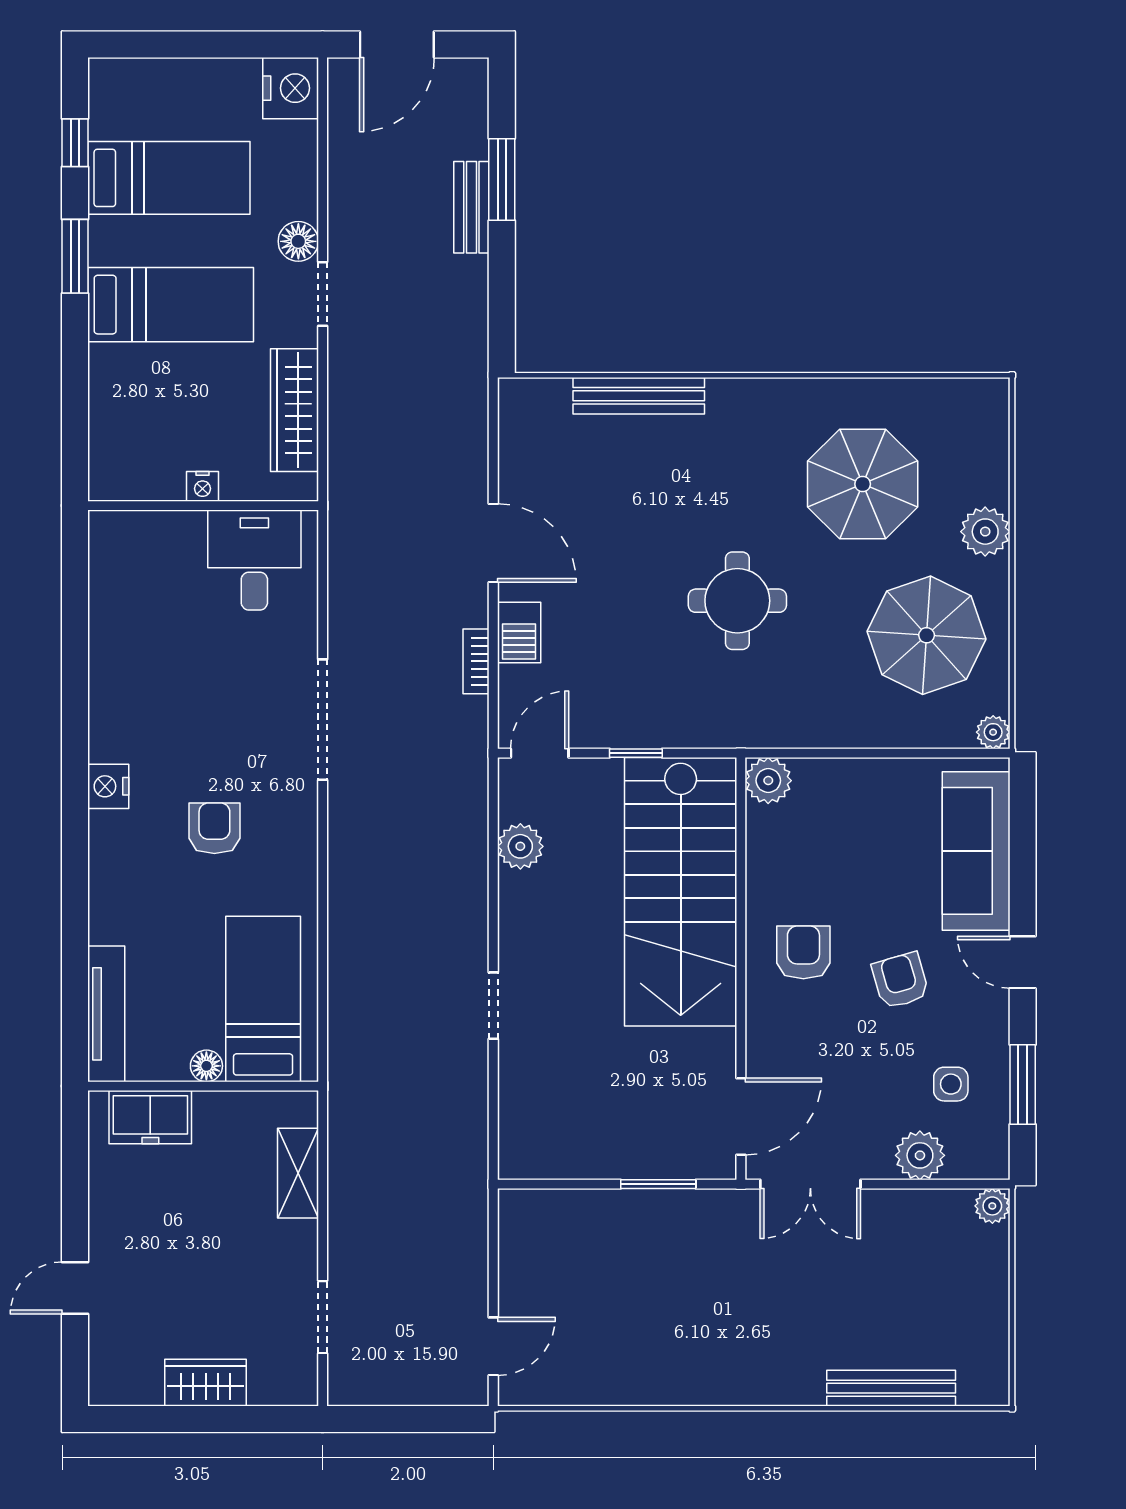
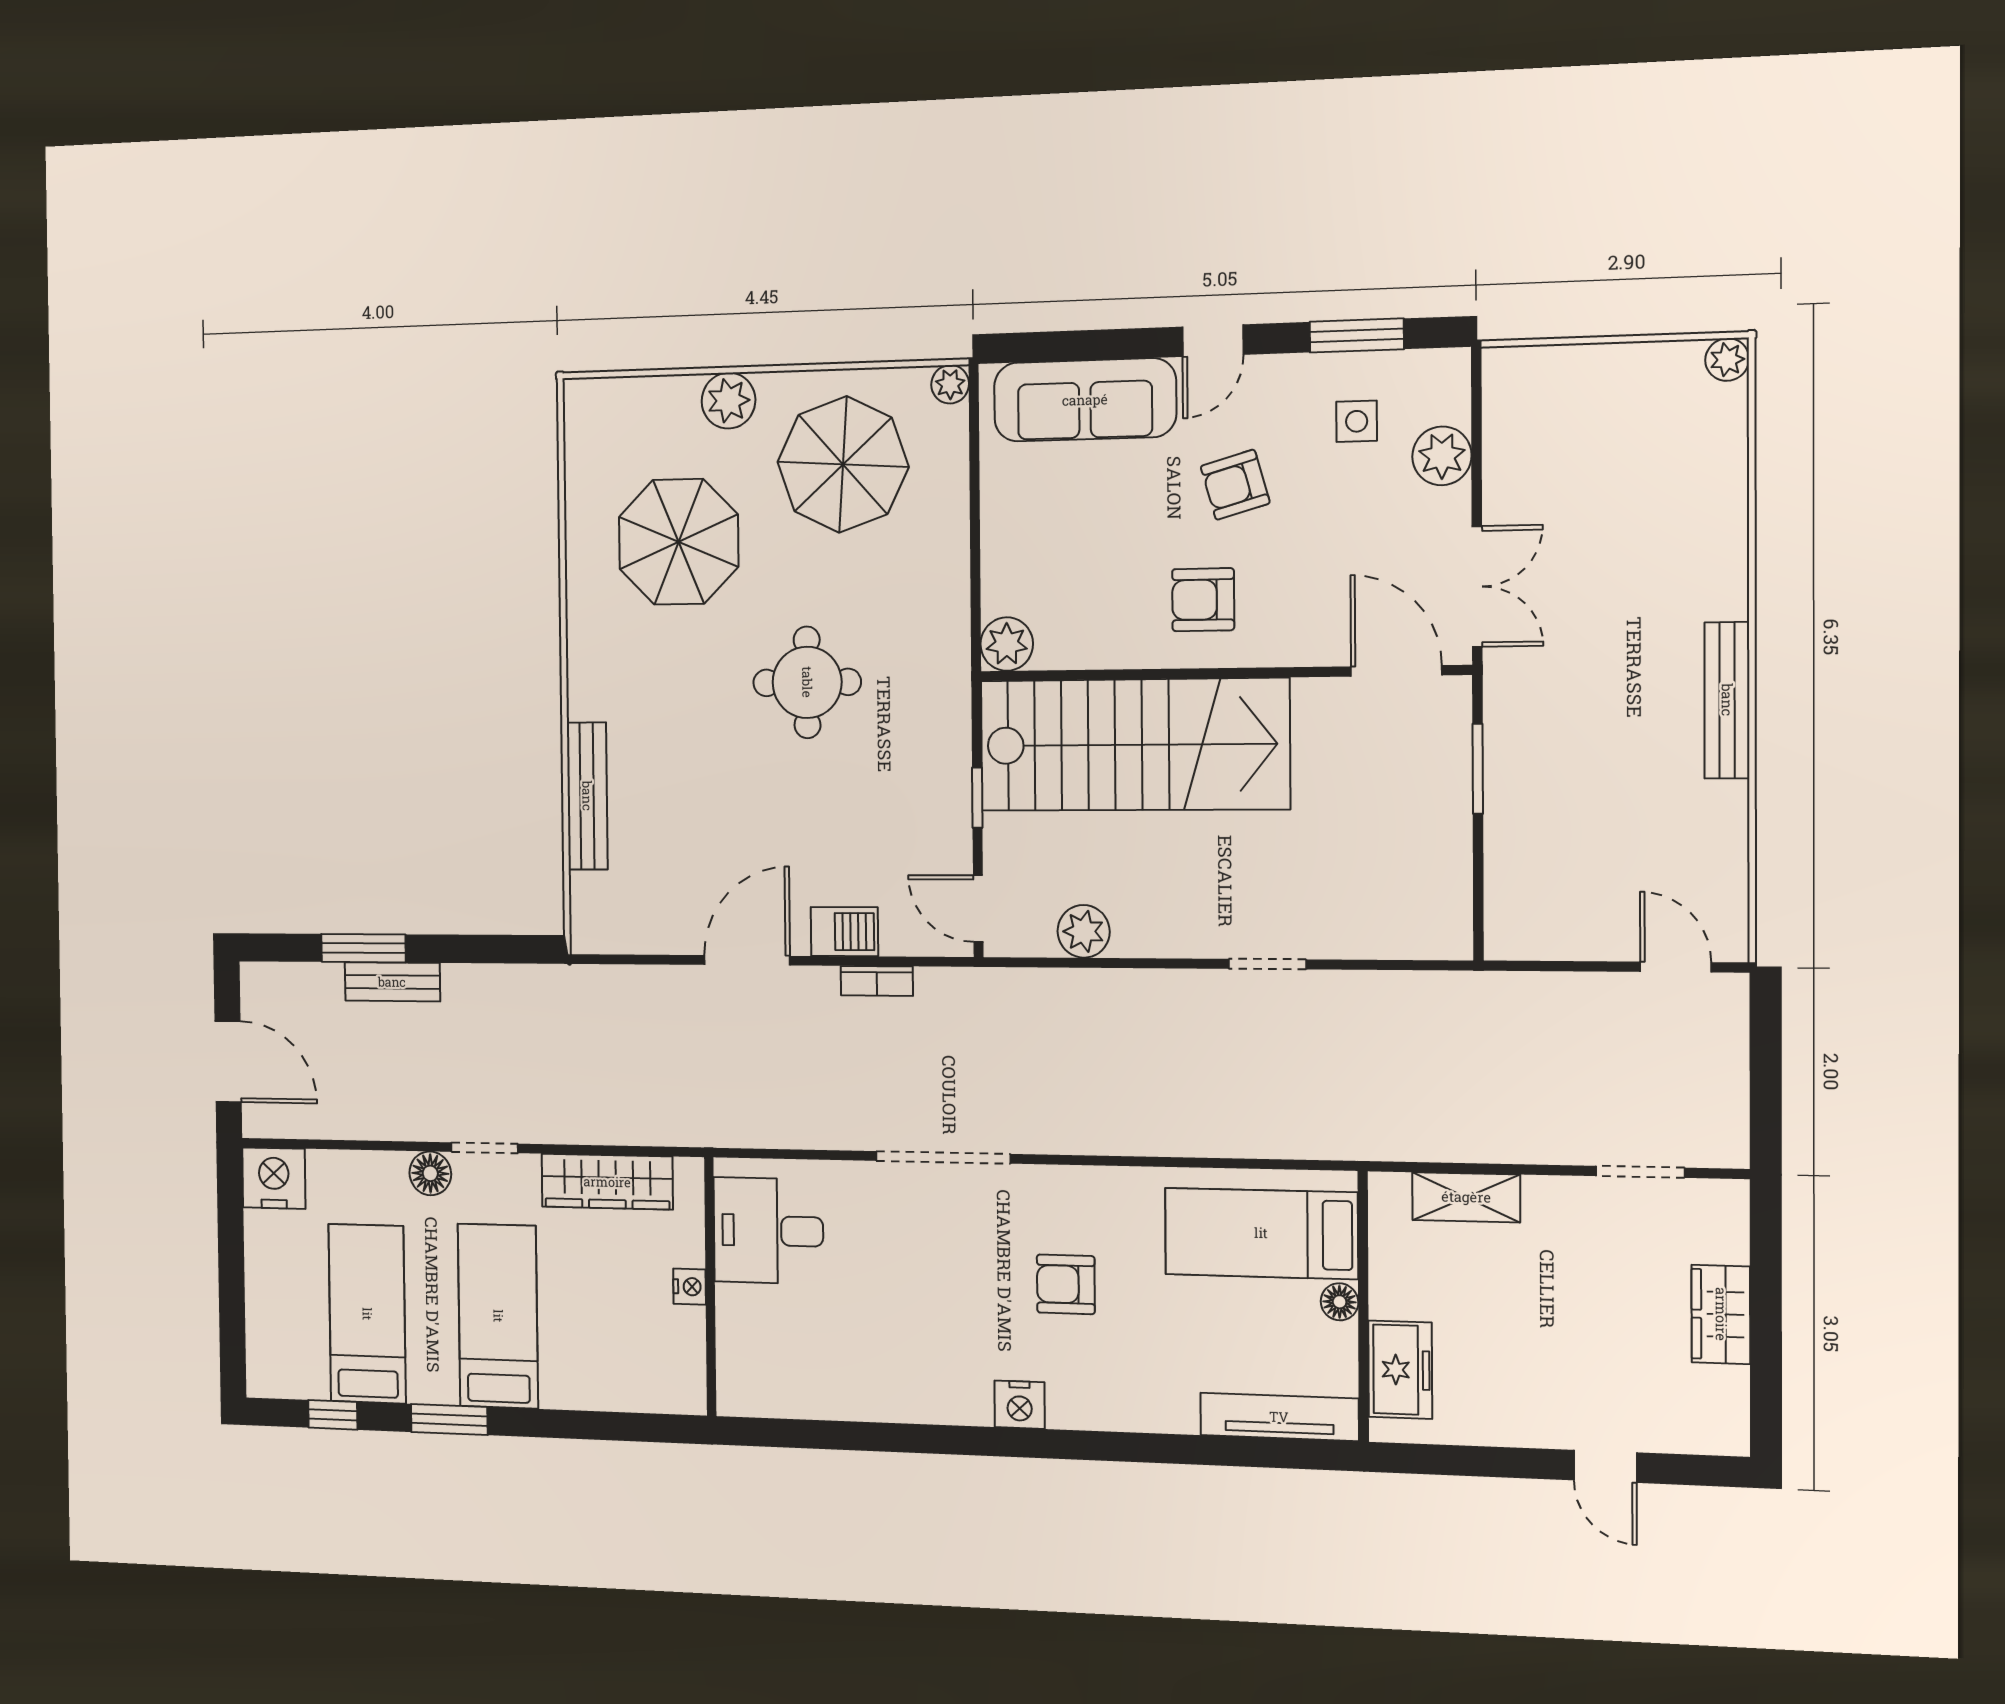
plant: (992, 1206) -> (1727, 360), moved
bench: (891, 1388) -> (1727, 700), moved

